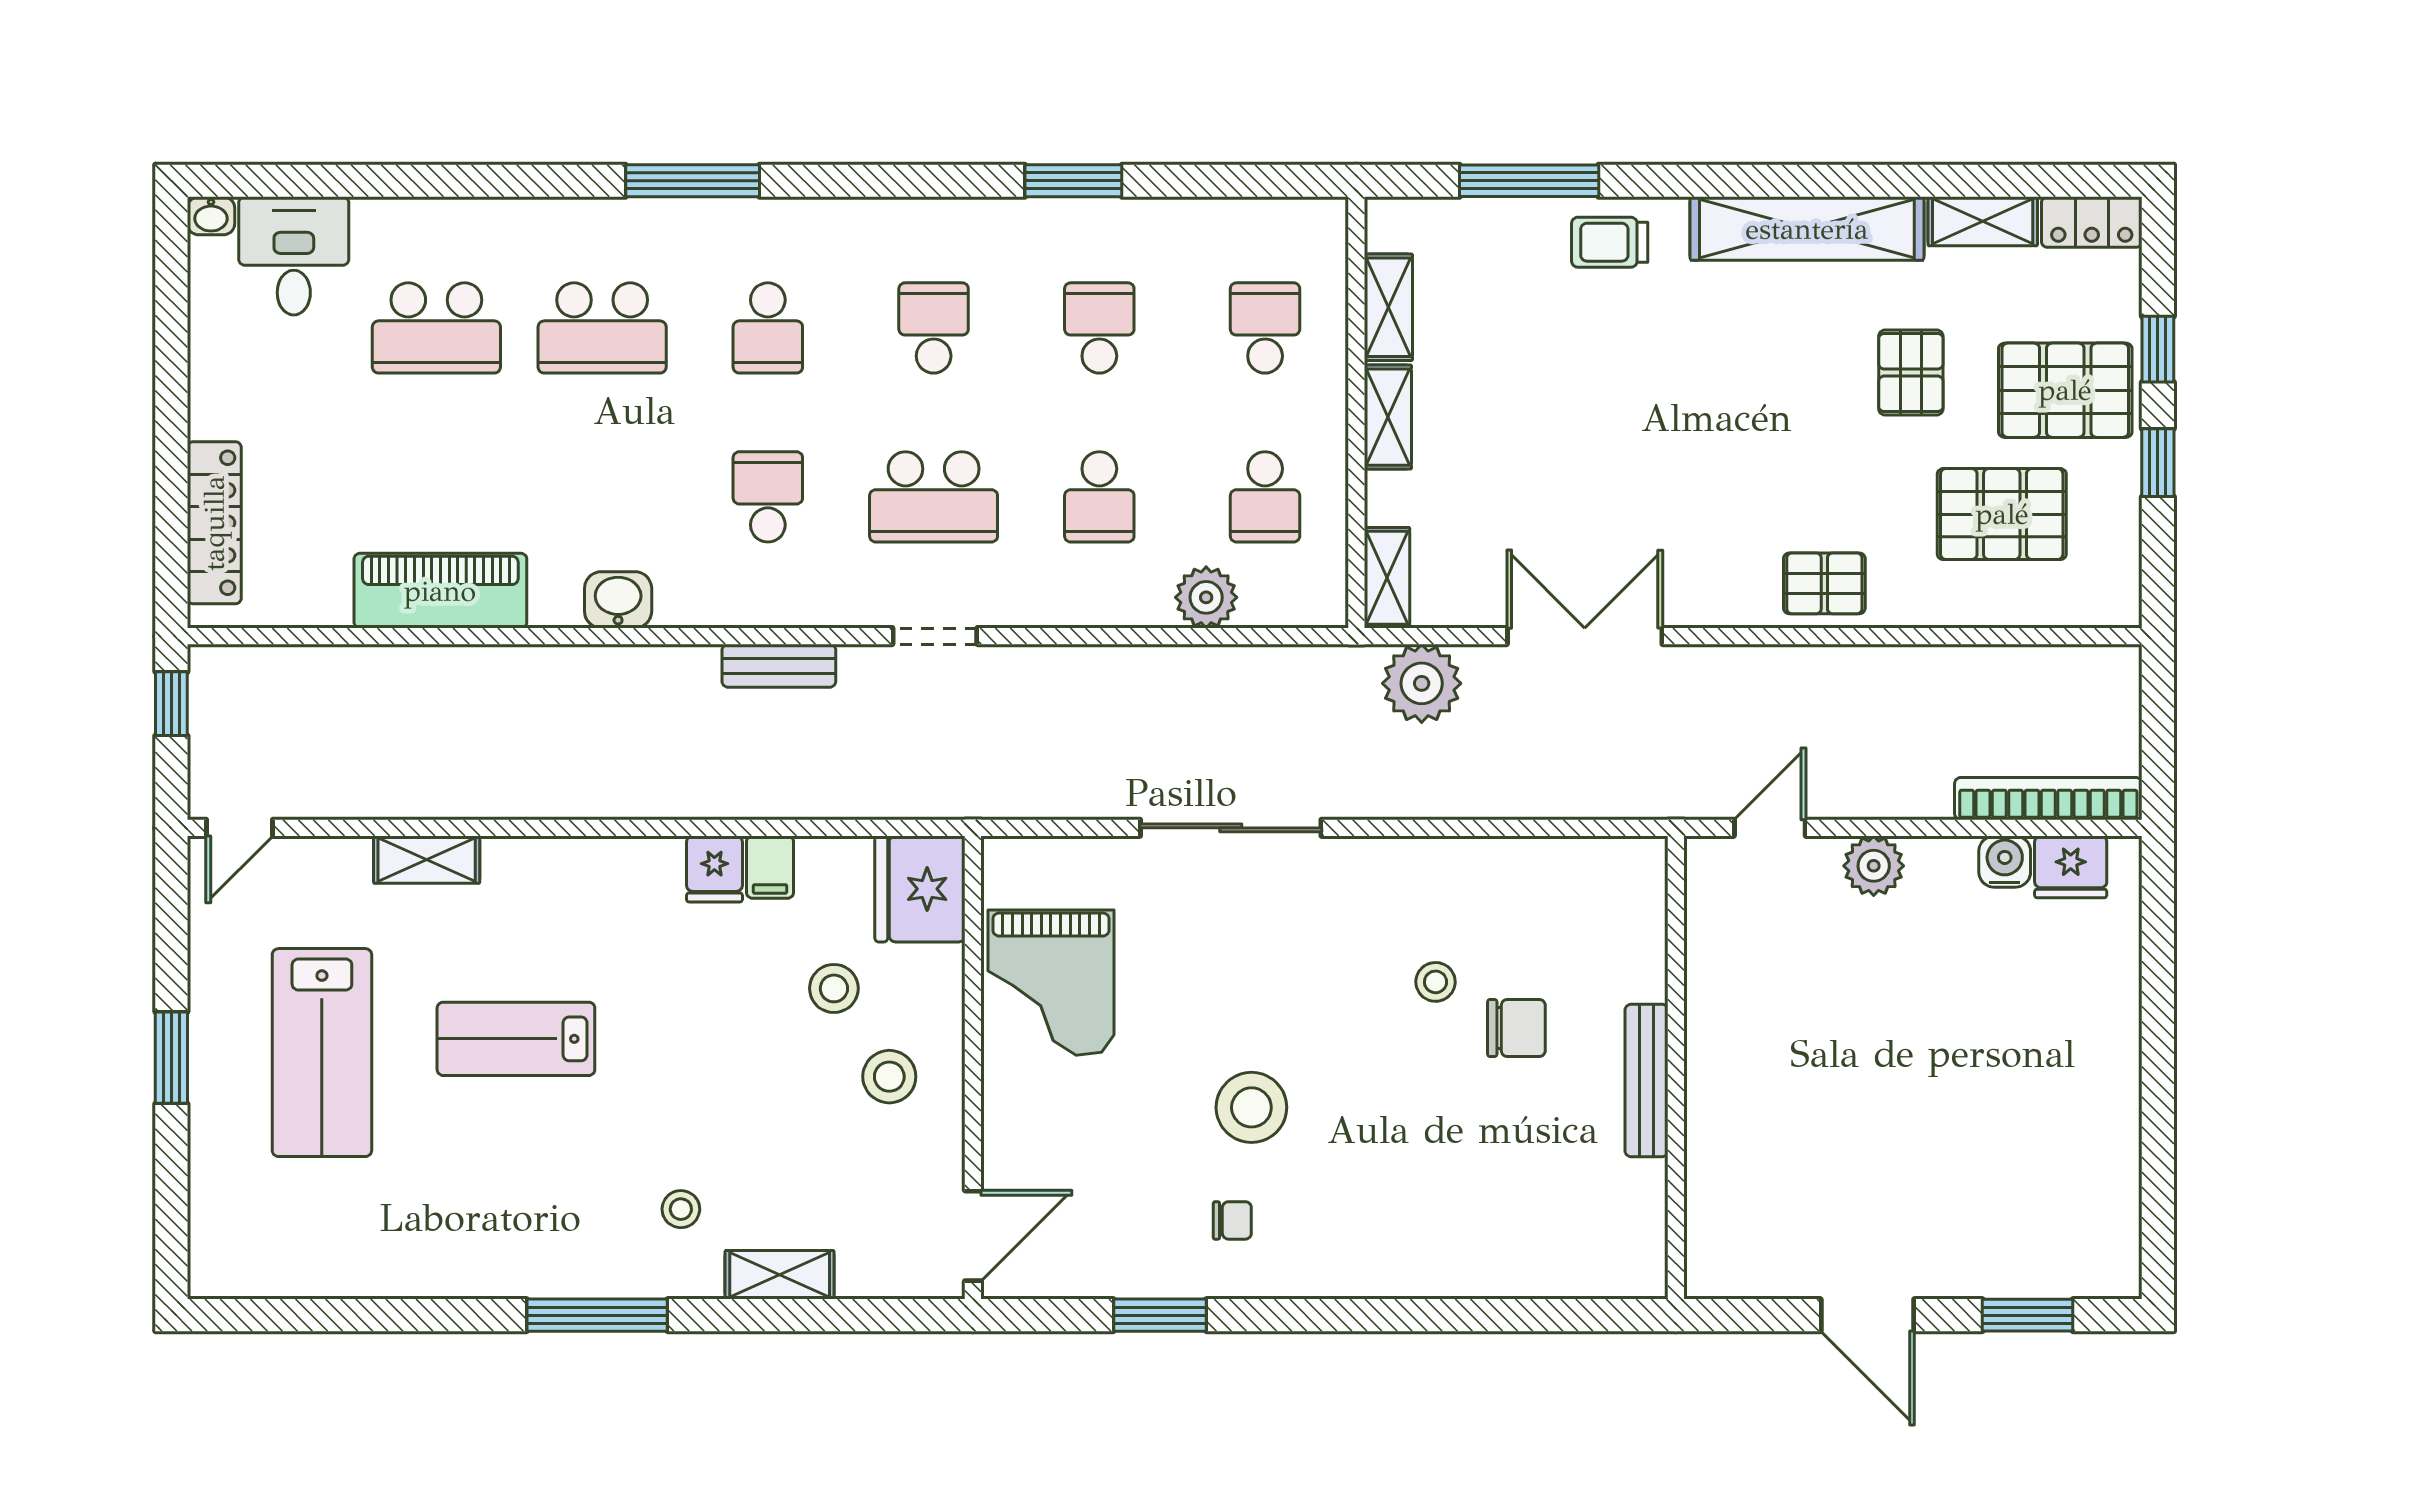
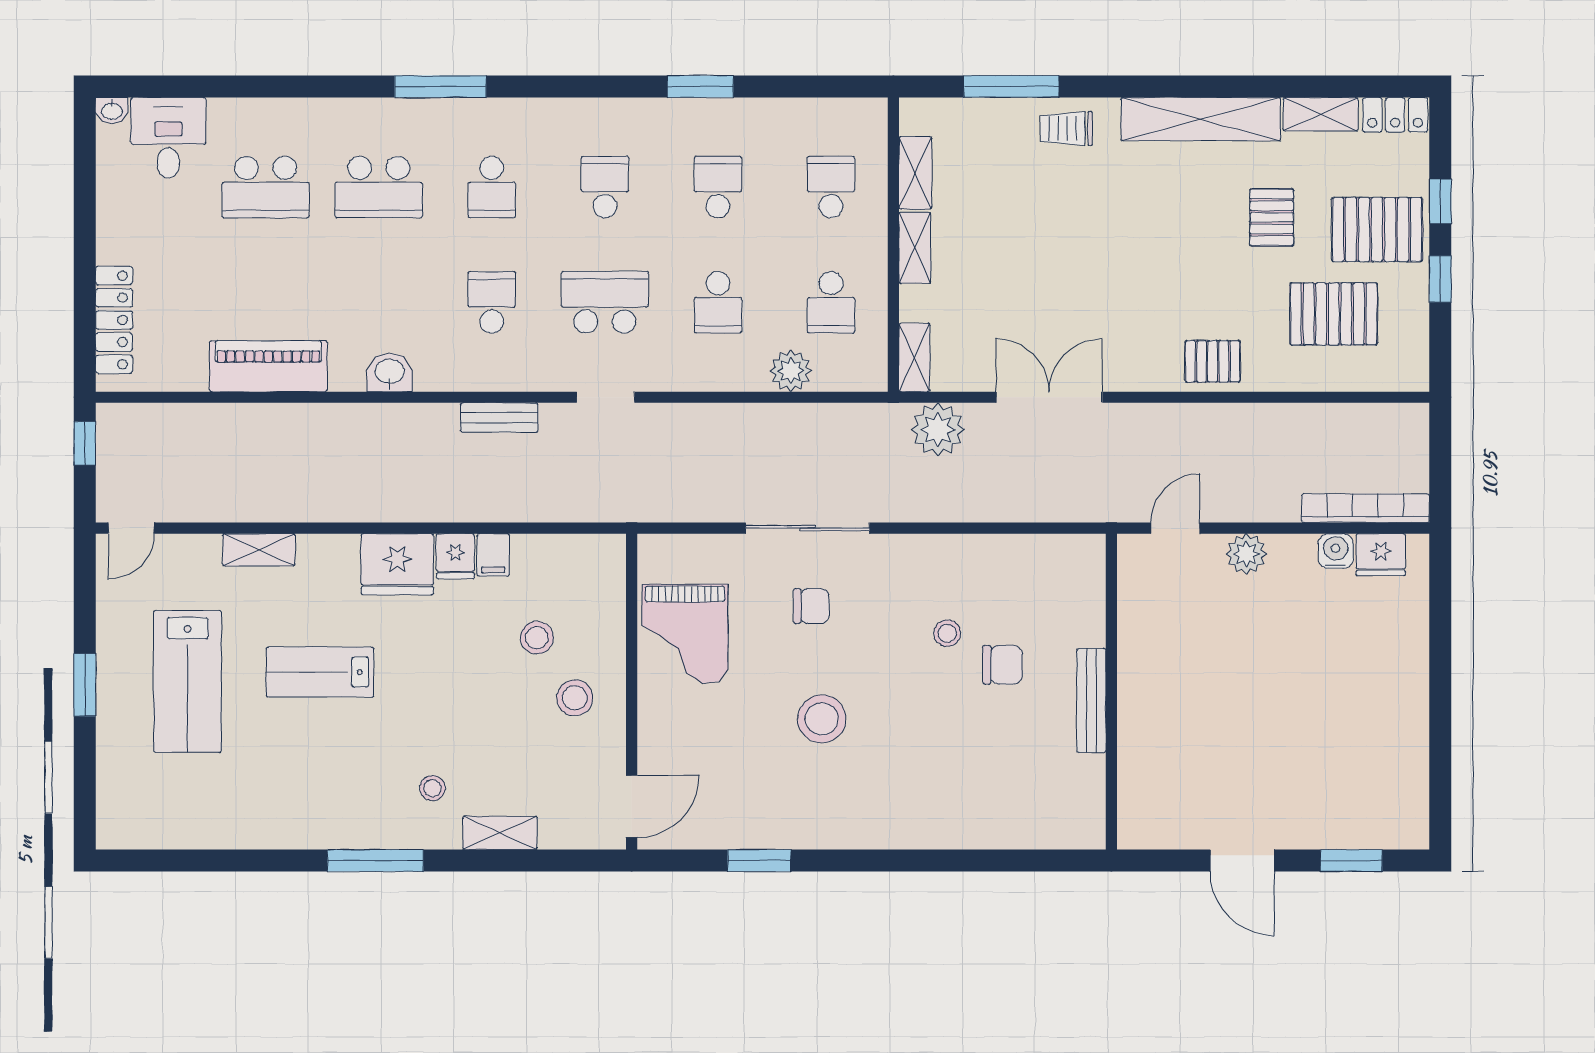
school desk: (934, 497) -> (605, 302), turned 180
fridge: (920, 889) -> (397, 564), moved, turned -90
chair: (1232, 1220) -> (811, 606), moved, width x1.37, depth x1.37

